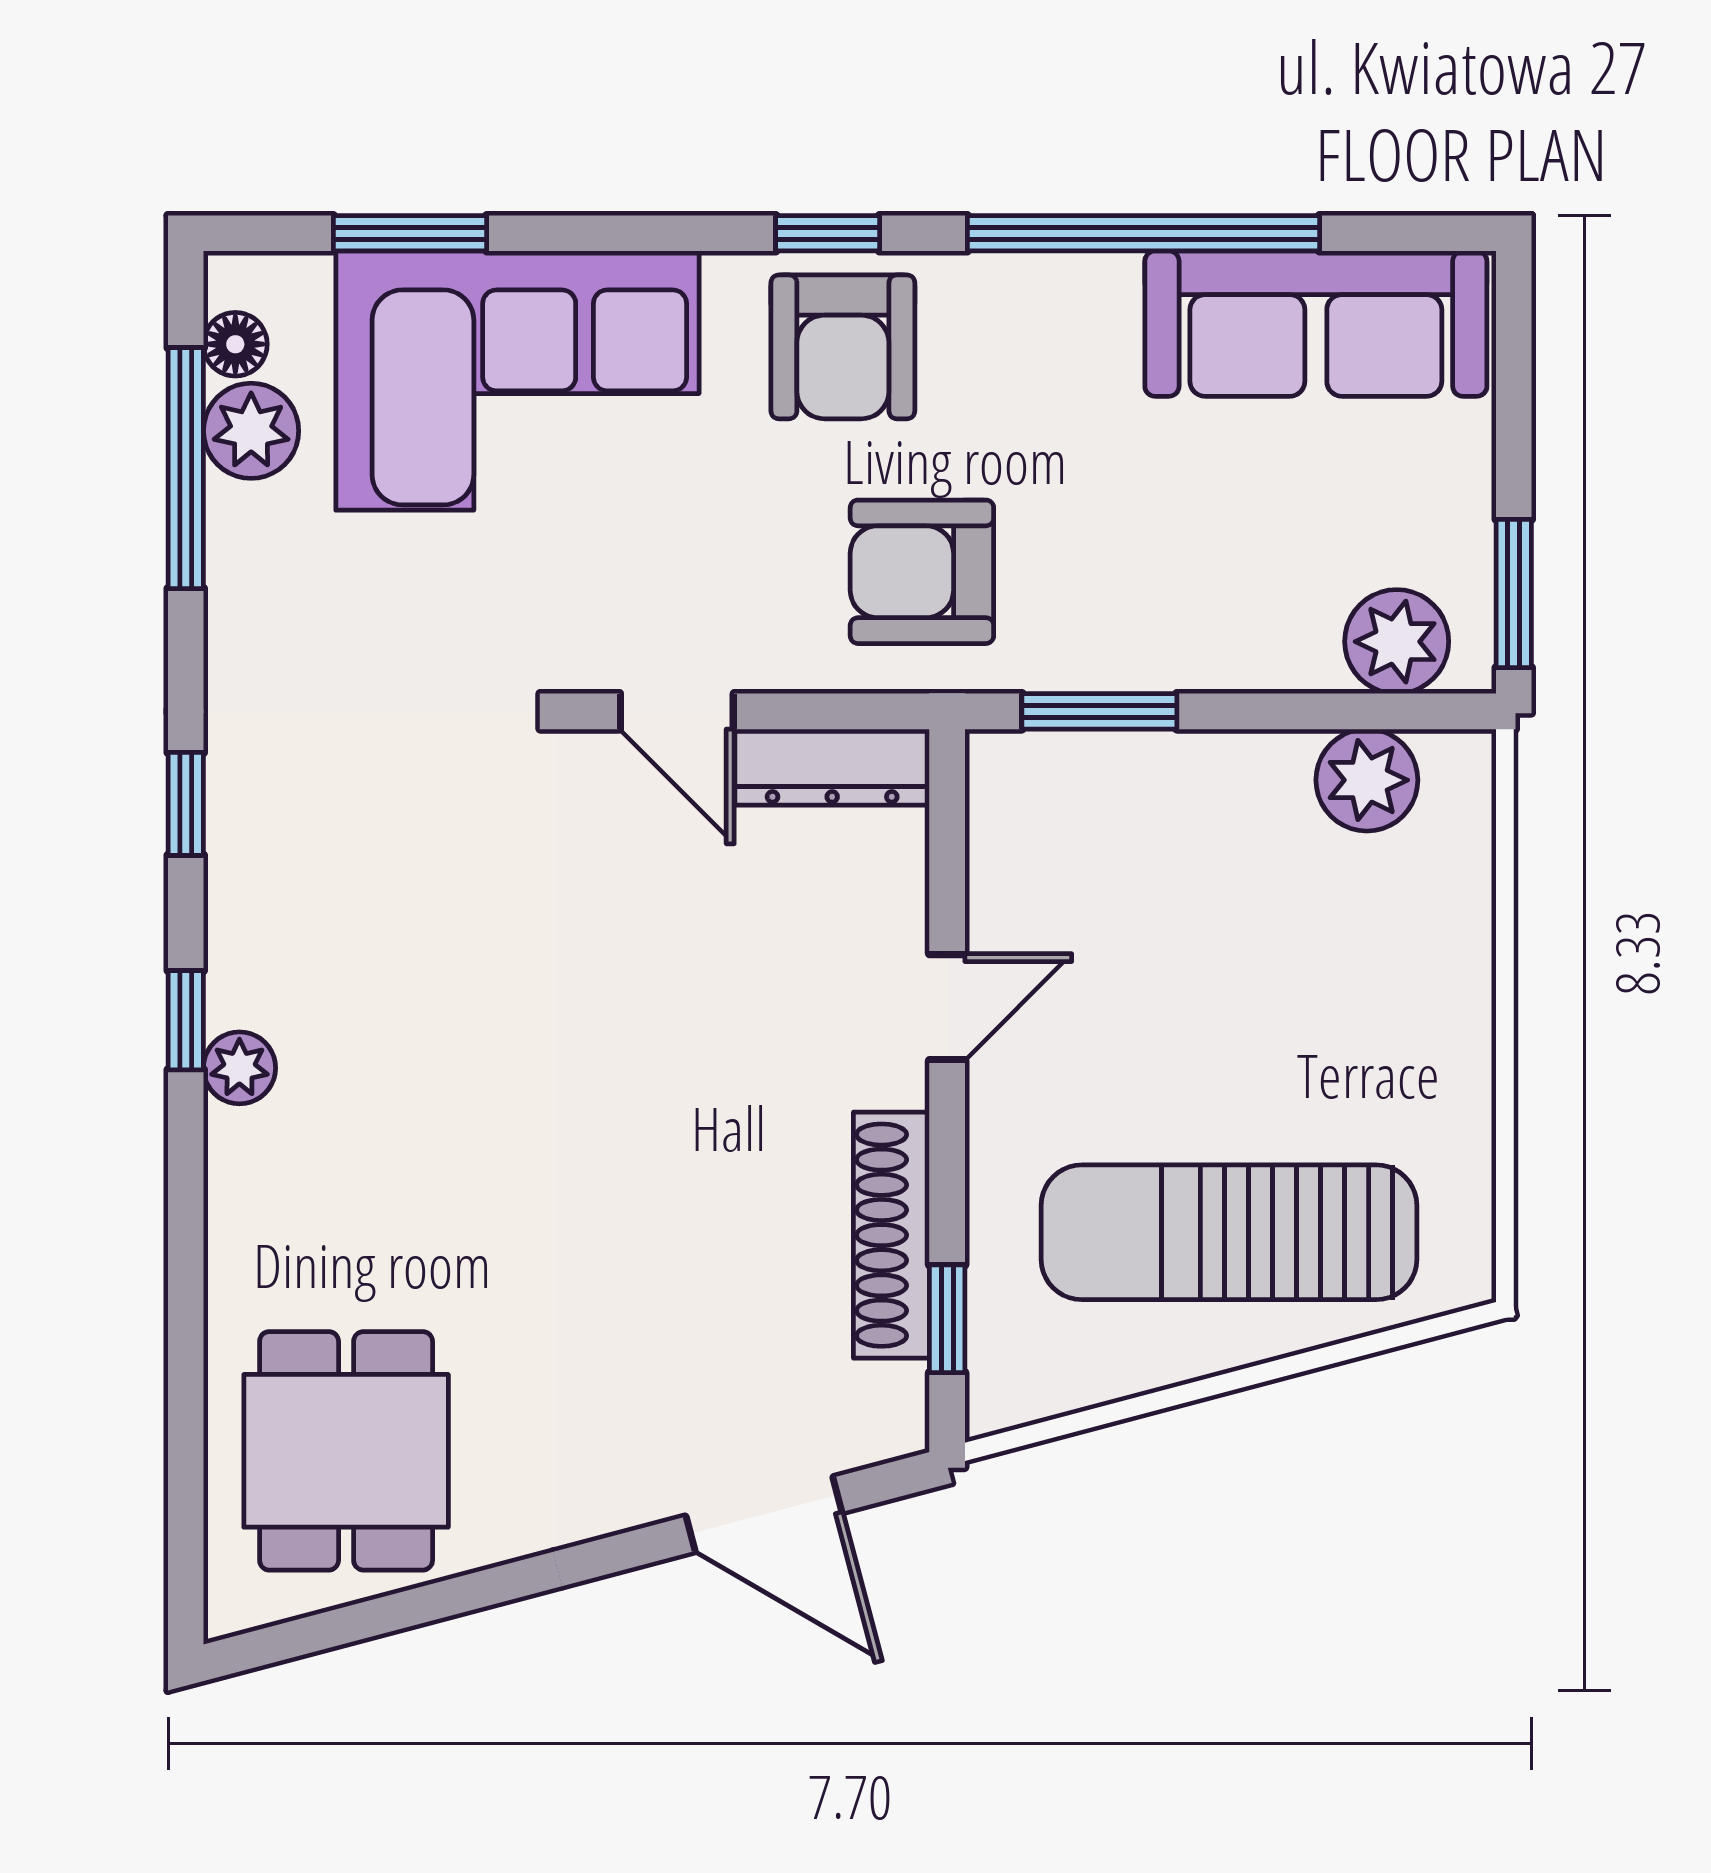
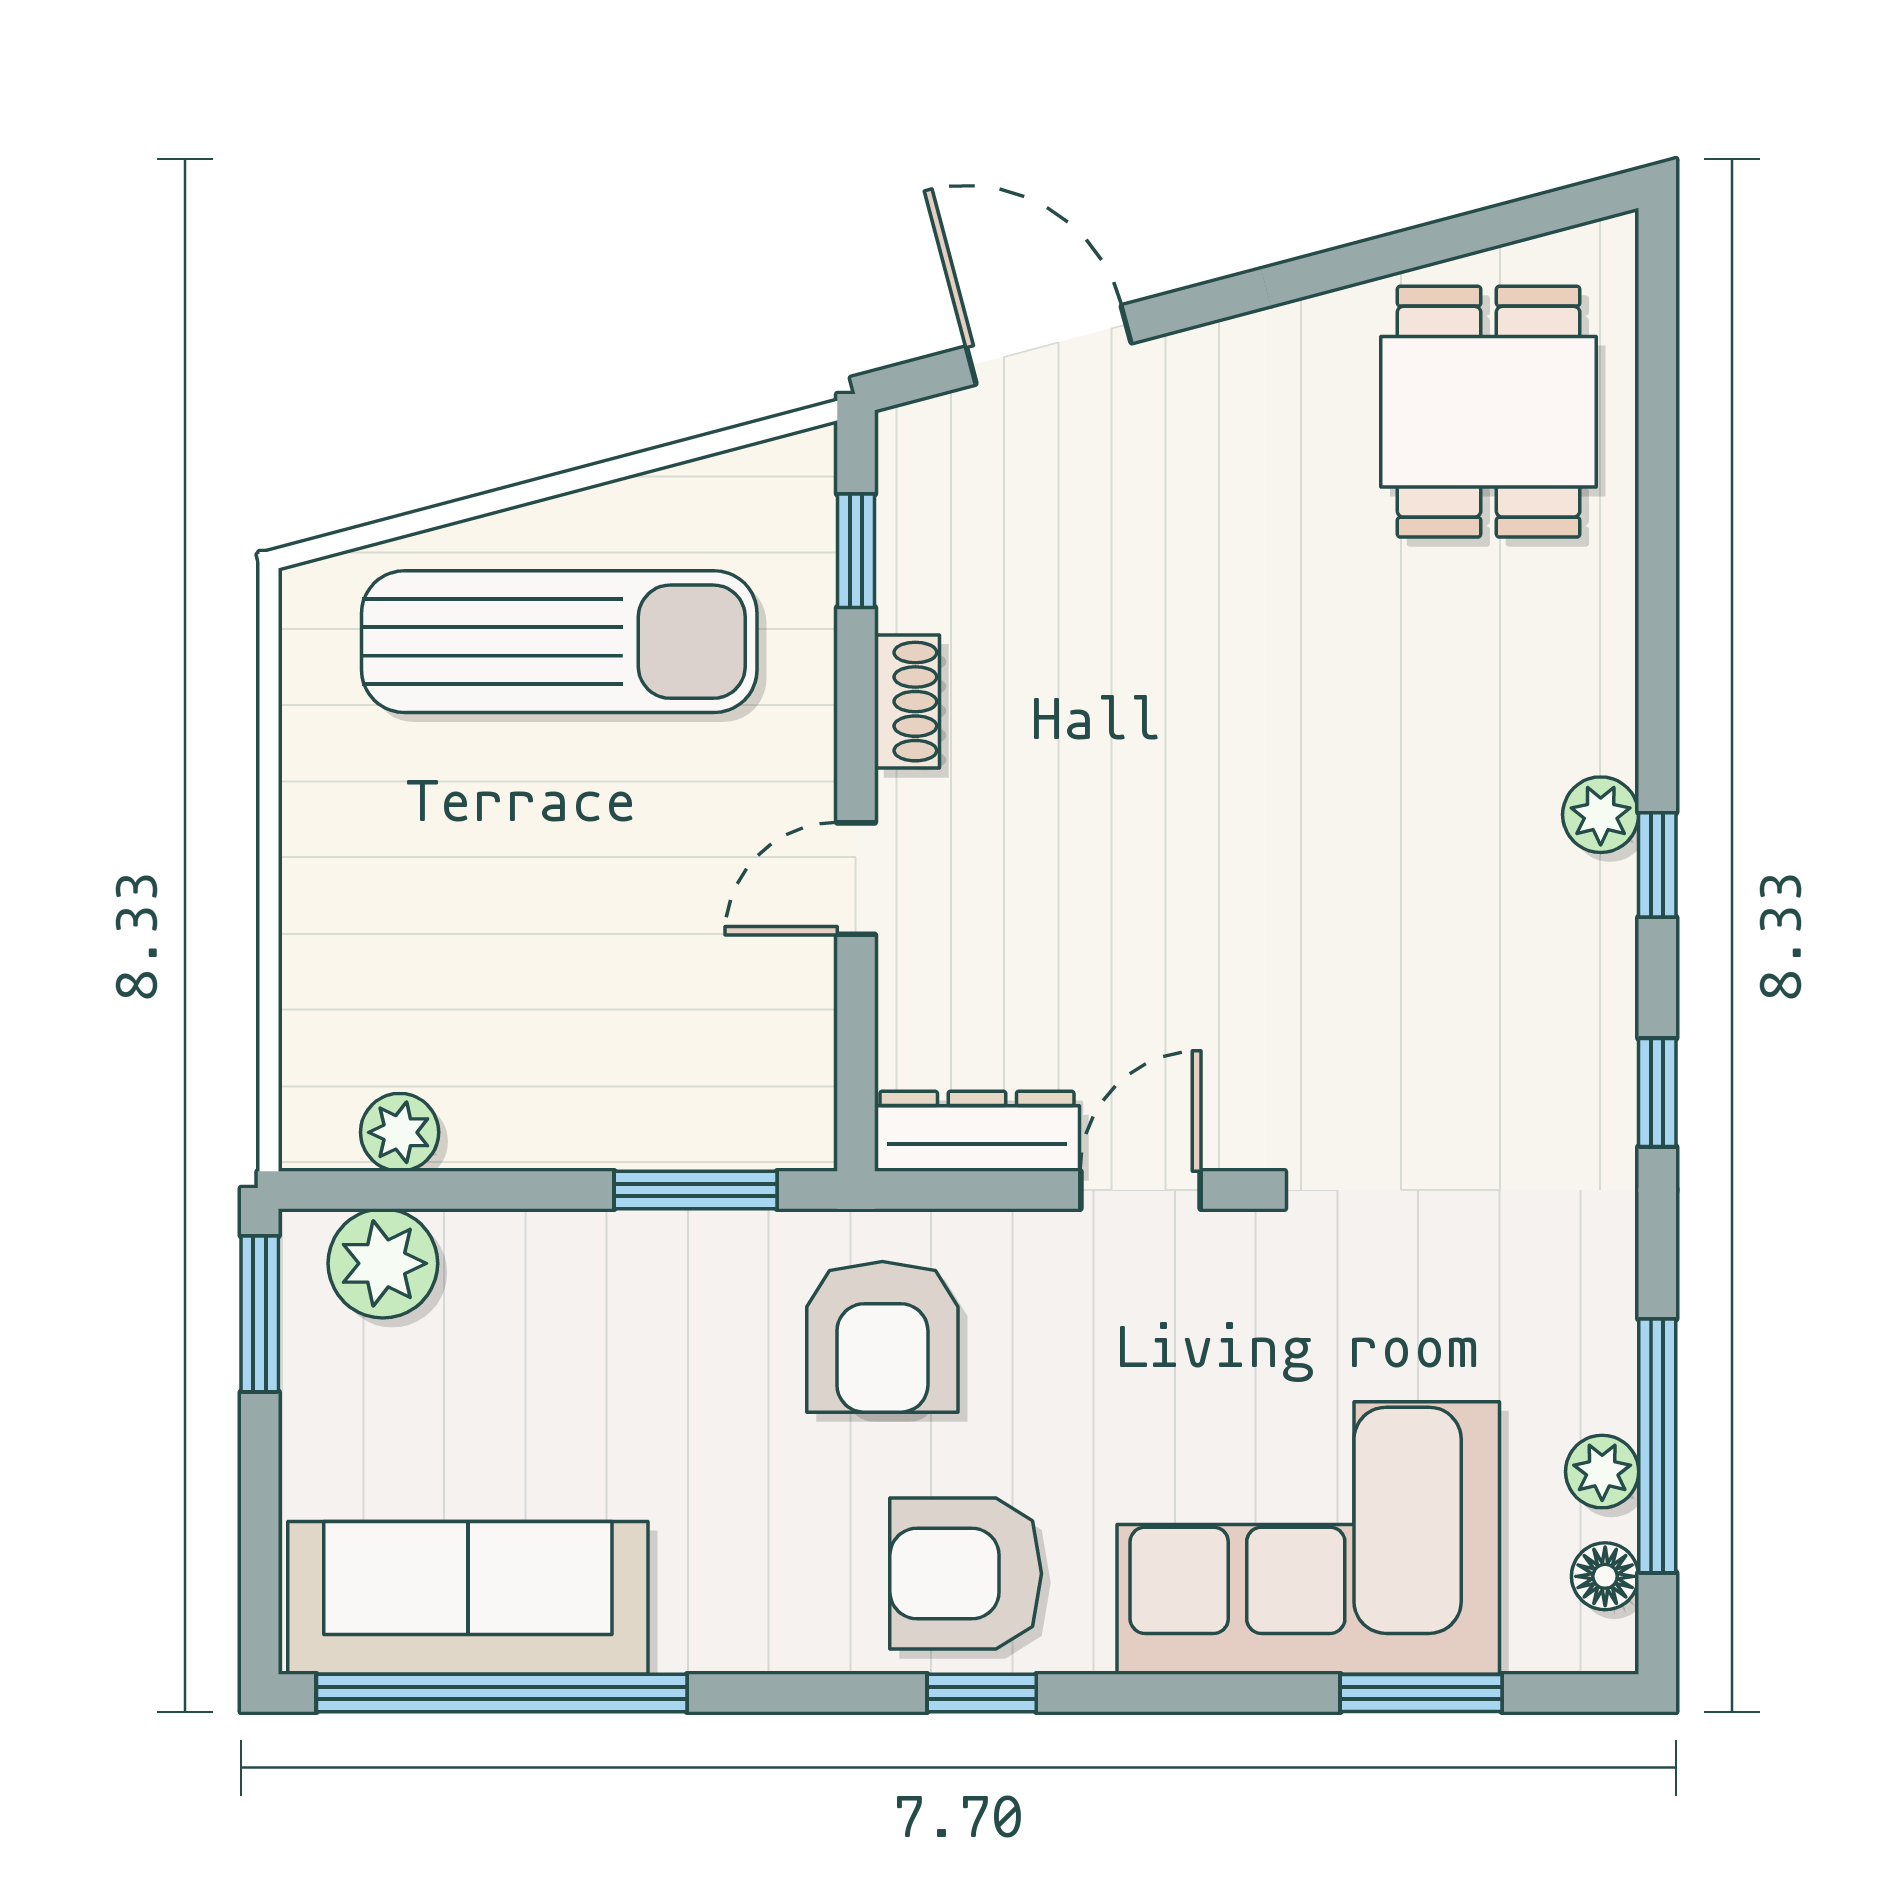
window: (1143, 233) -> (502, 1693), moved
armchair: (843, 347) -> (966, 1574), turned -90
plant: (251, 431) -> (1602, 1472), width x0.73, depth x0.73
armchair: (922, 572) -> (882, 1337), turned 90
door: (677, 711) -> (1140, 1190), hinge flipped
plant: (1367, 780) -> (400, 1132), width x0.73, depth x0.73
shoe rack: (891, 1235) -> (907, 702), width x0.51, depth x0.81

